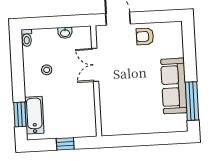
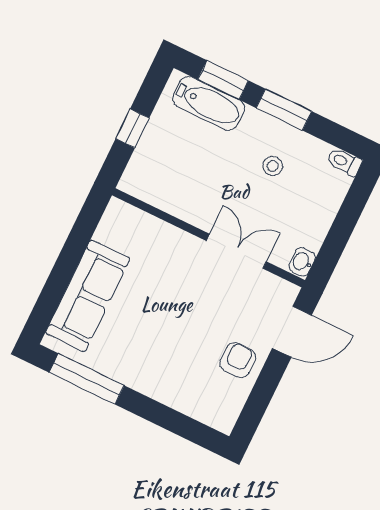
washbasin: (65, 33) -> (302, 262), moved
window: (18, 79) -> (284, 110), added
sofa: (174, 86) -> (88, 296), moved, turned 90

